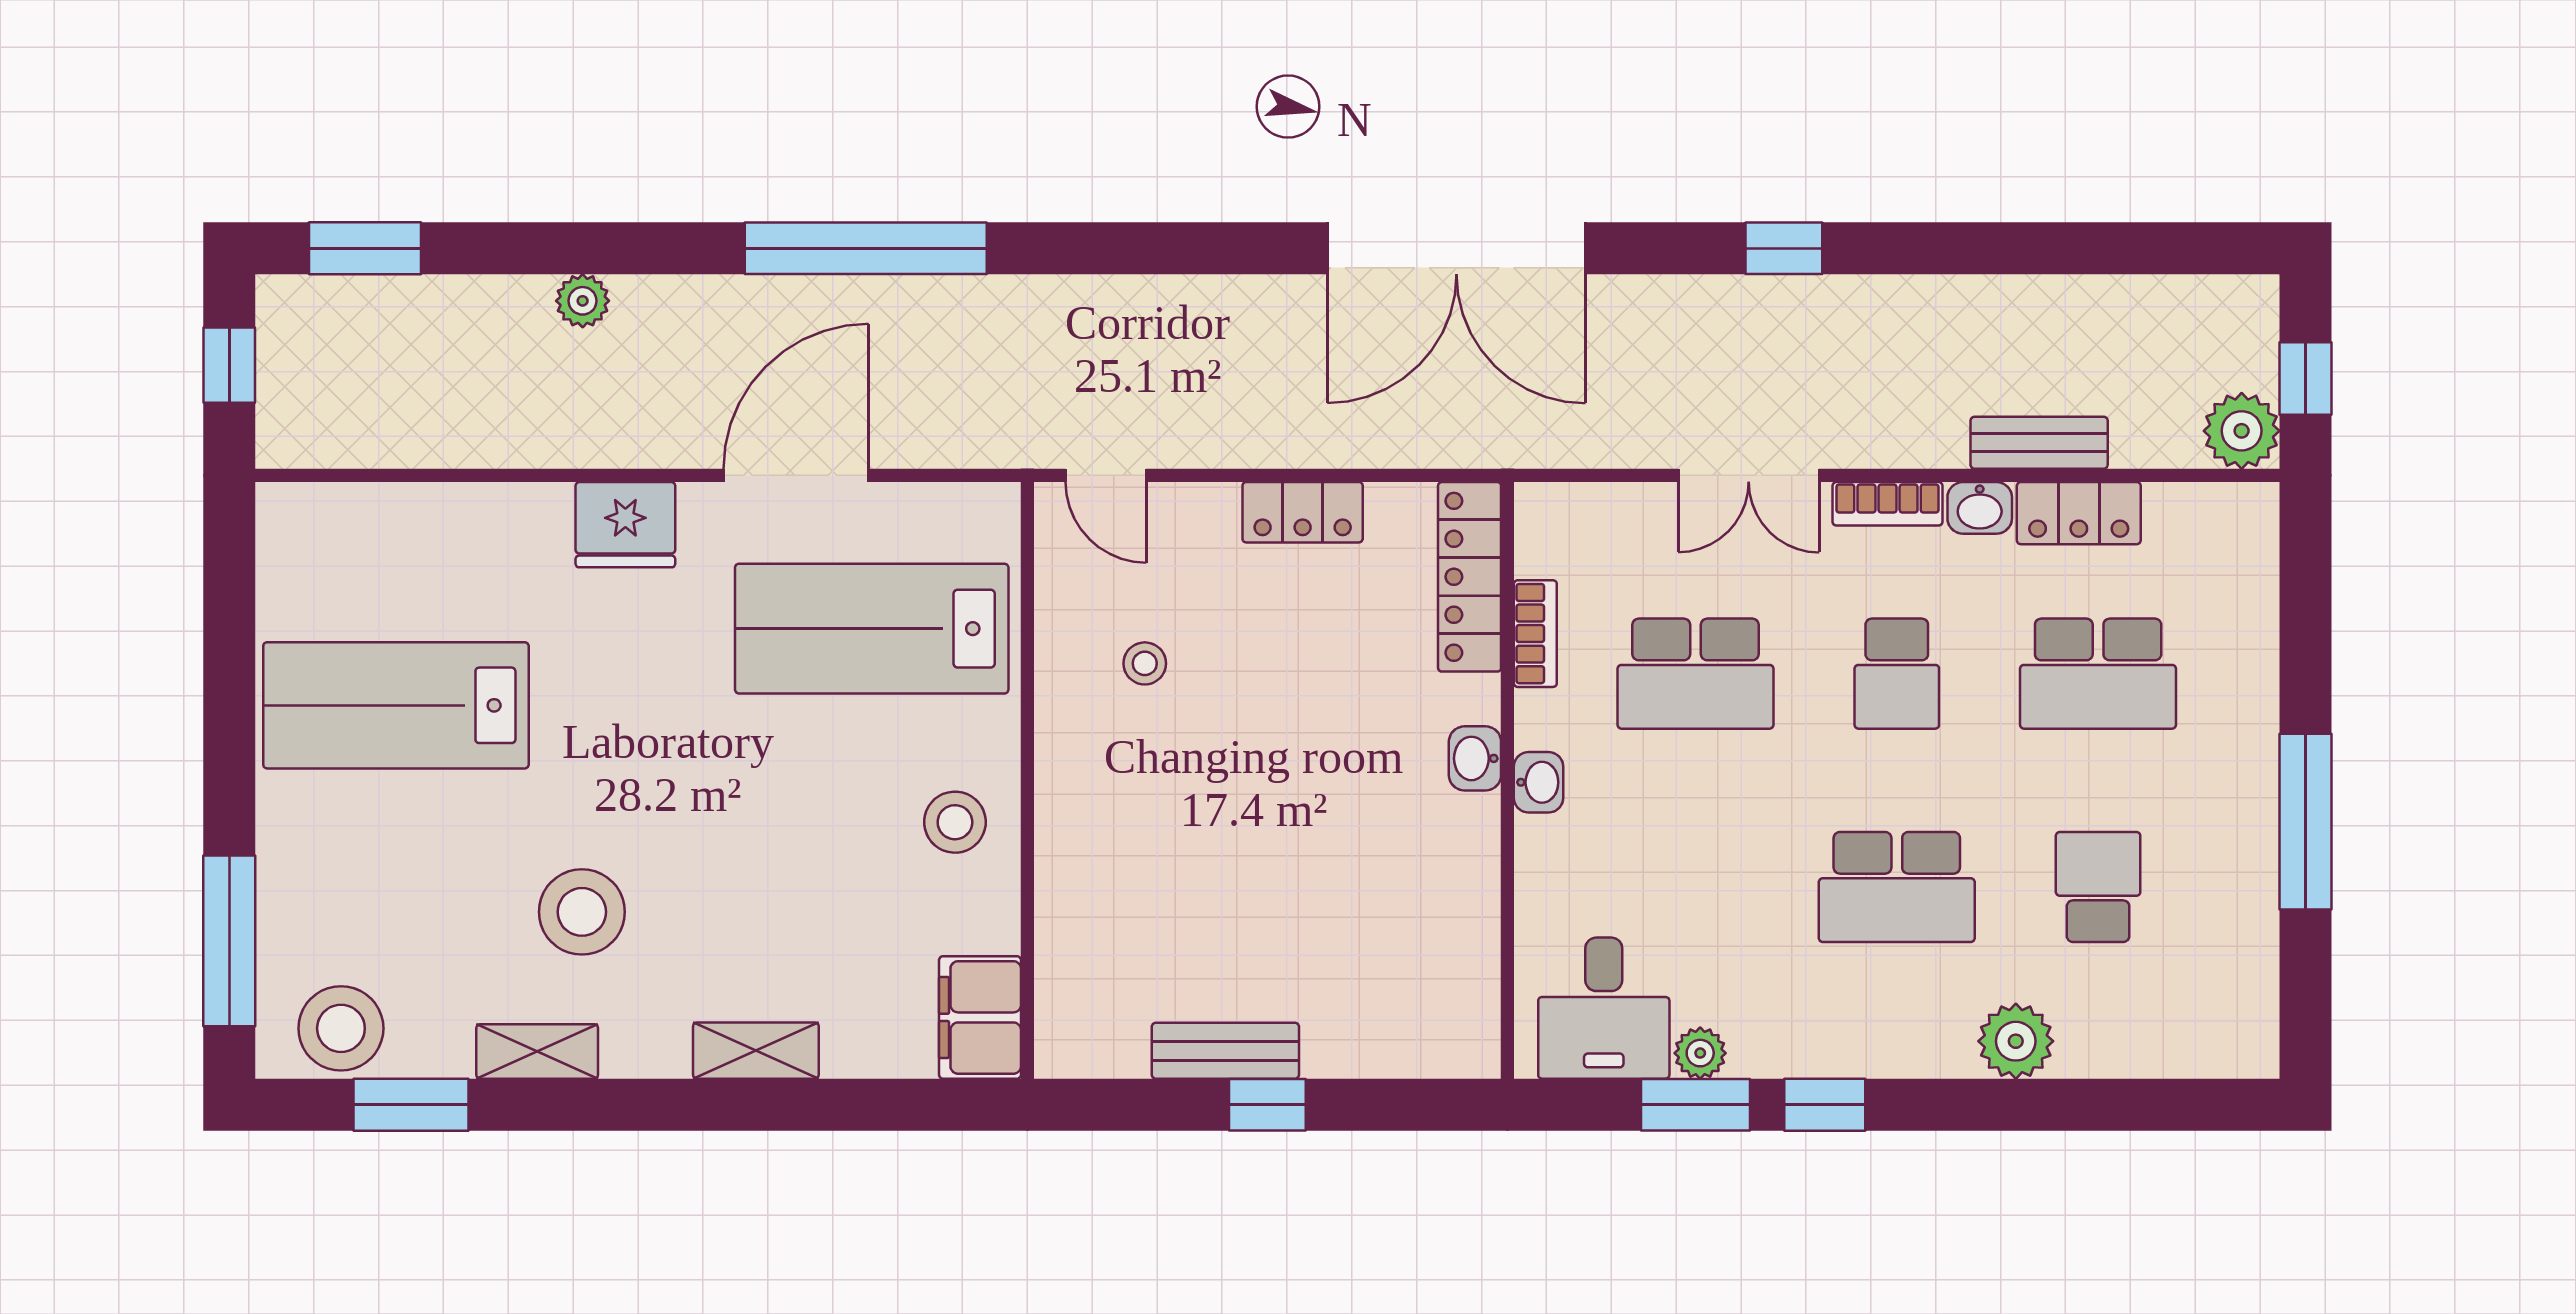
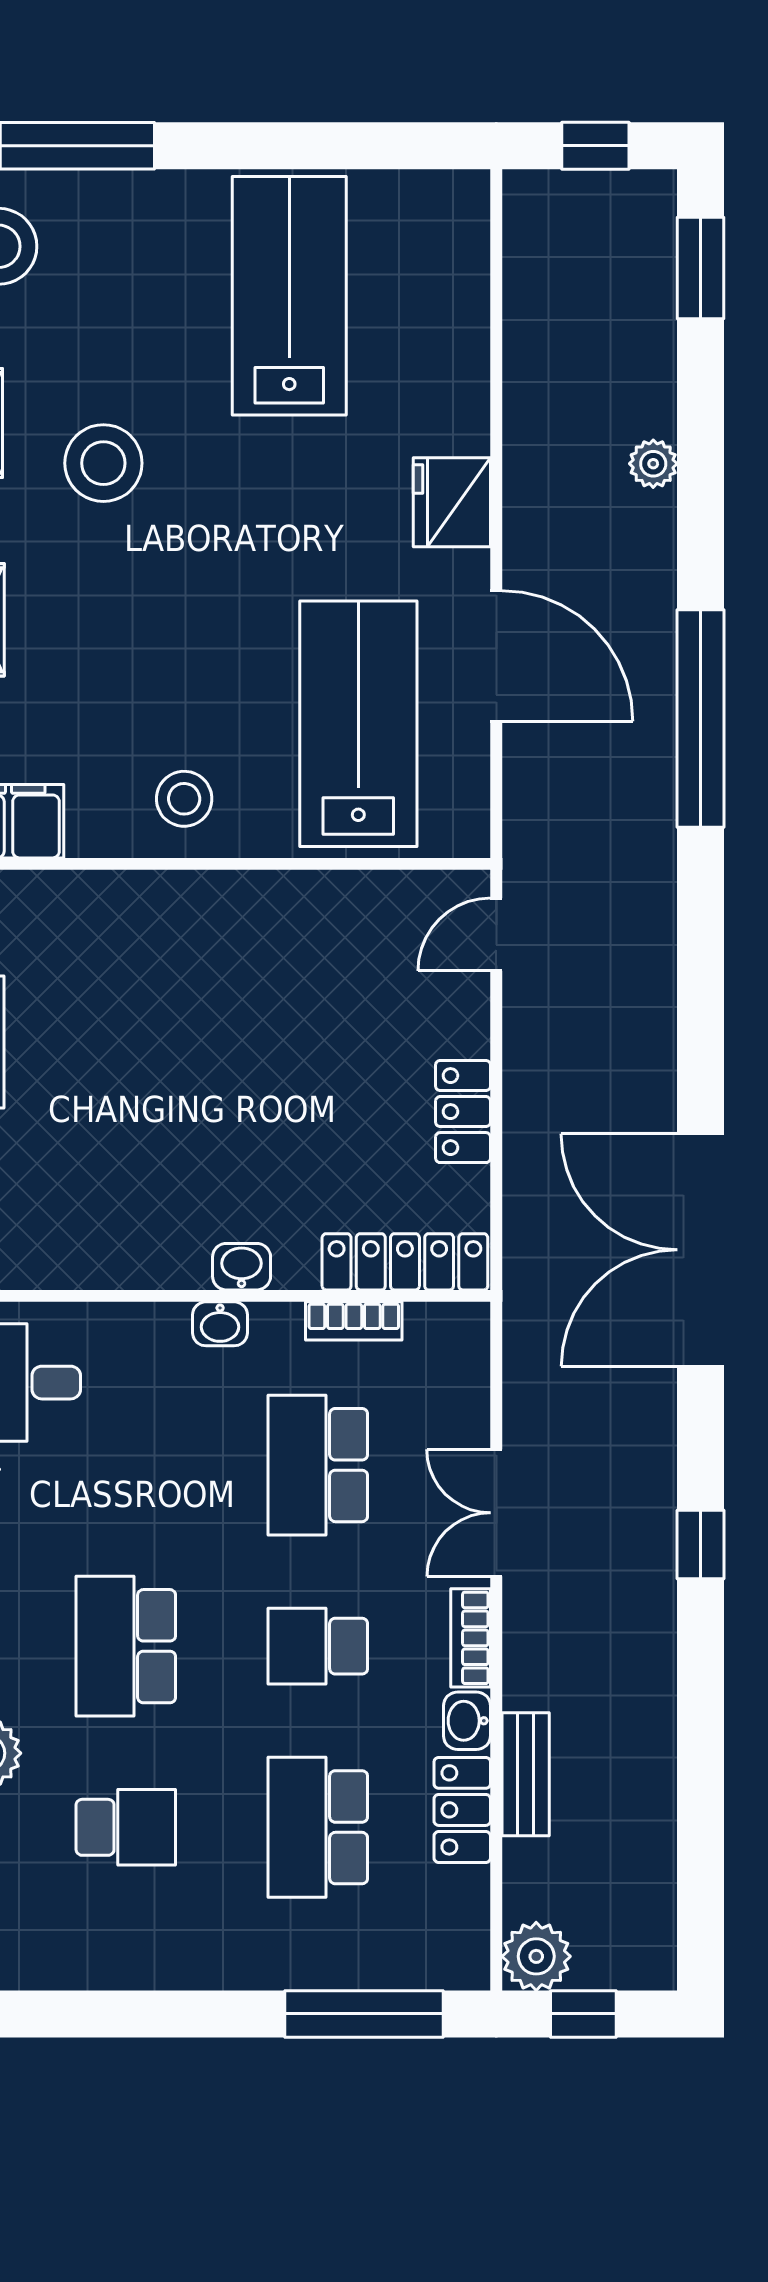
stool: (1145, 663) -> (327, 970), removed
window: (2306, 822) -> (364, 2014), moved

